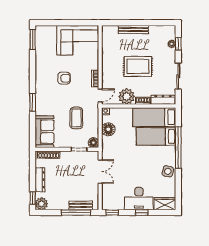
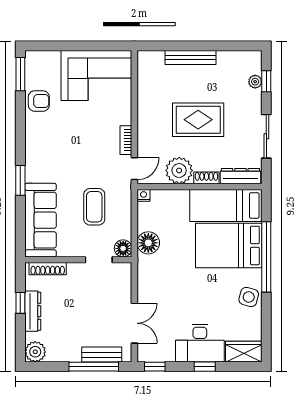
armchair: (64, 78) -> (39, 101), moved
floor lamp: (108, 129) -> (148, 243), moved
sofa: (45, 132) -> (41, 220), width x1.36
bed: (156, 136) -> (229, 245), width x1.50
double door: (100, 172) -> (134, 323), moved
window: (33, 198) -> (20, 303), moved

